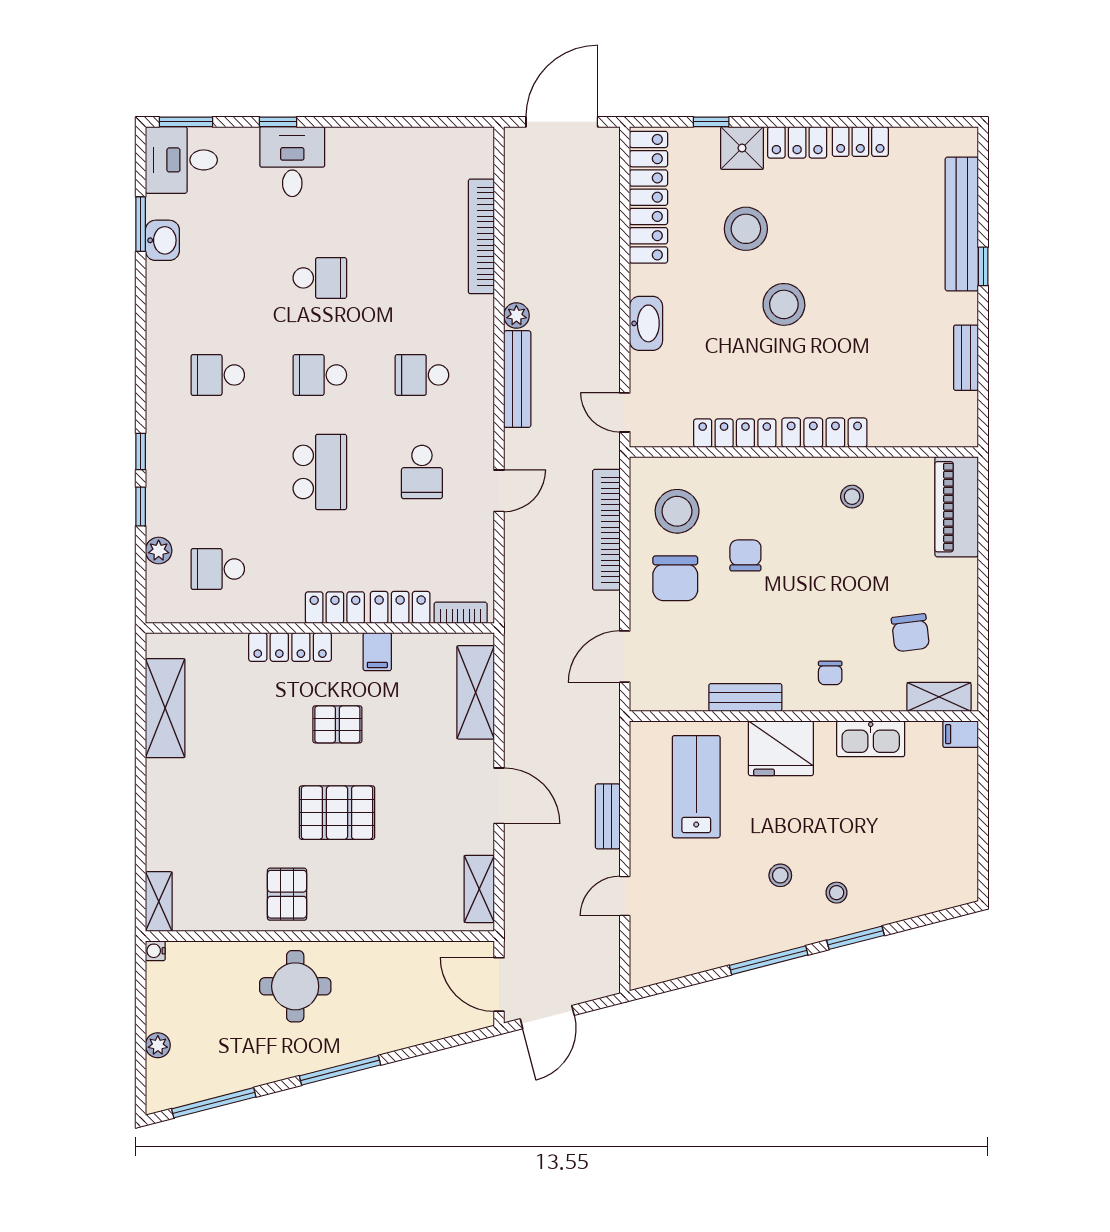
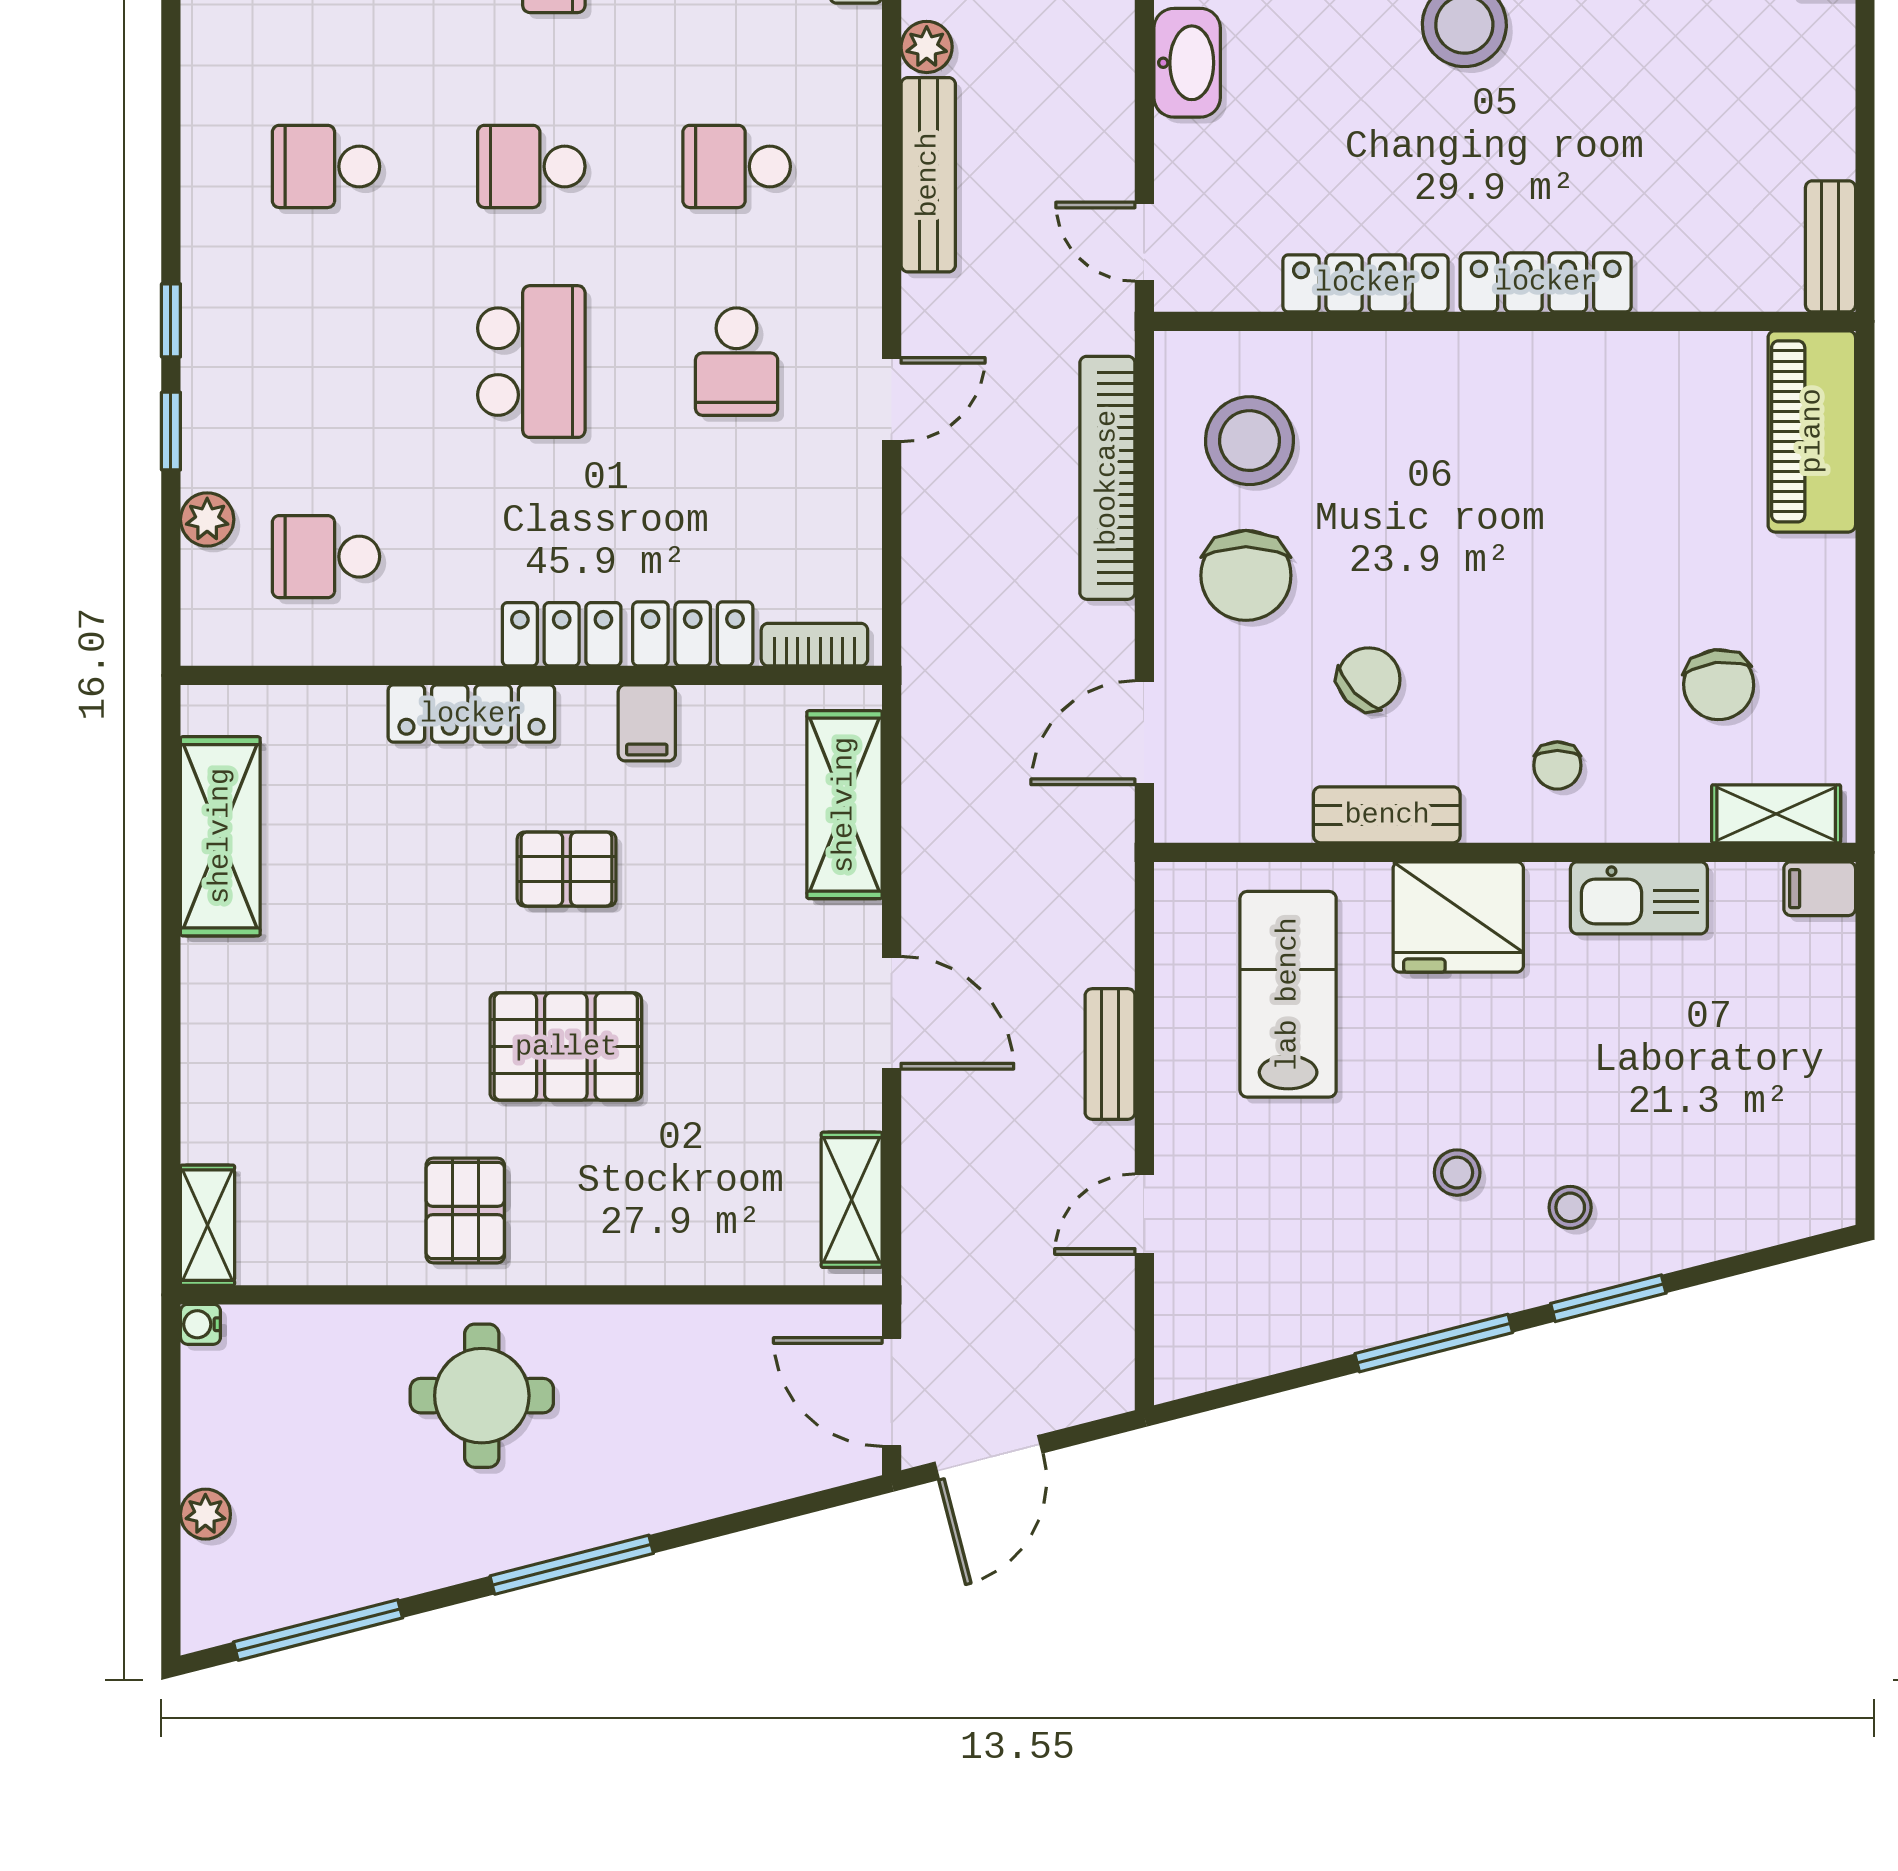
bench: (966, 358) -> (1830, 246), moved
stool: (852, 497) -> (1601, 411), removed
chair: (745, 555) -> (1369, 679), moved, turned 46

